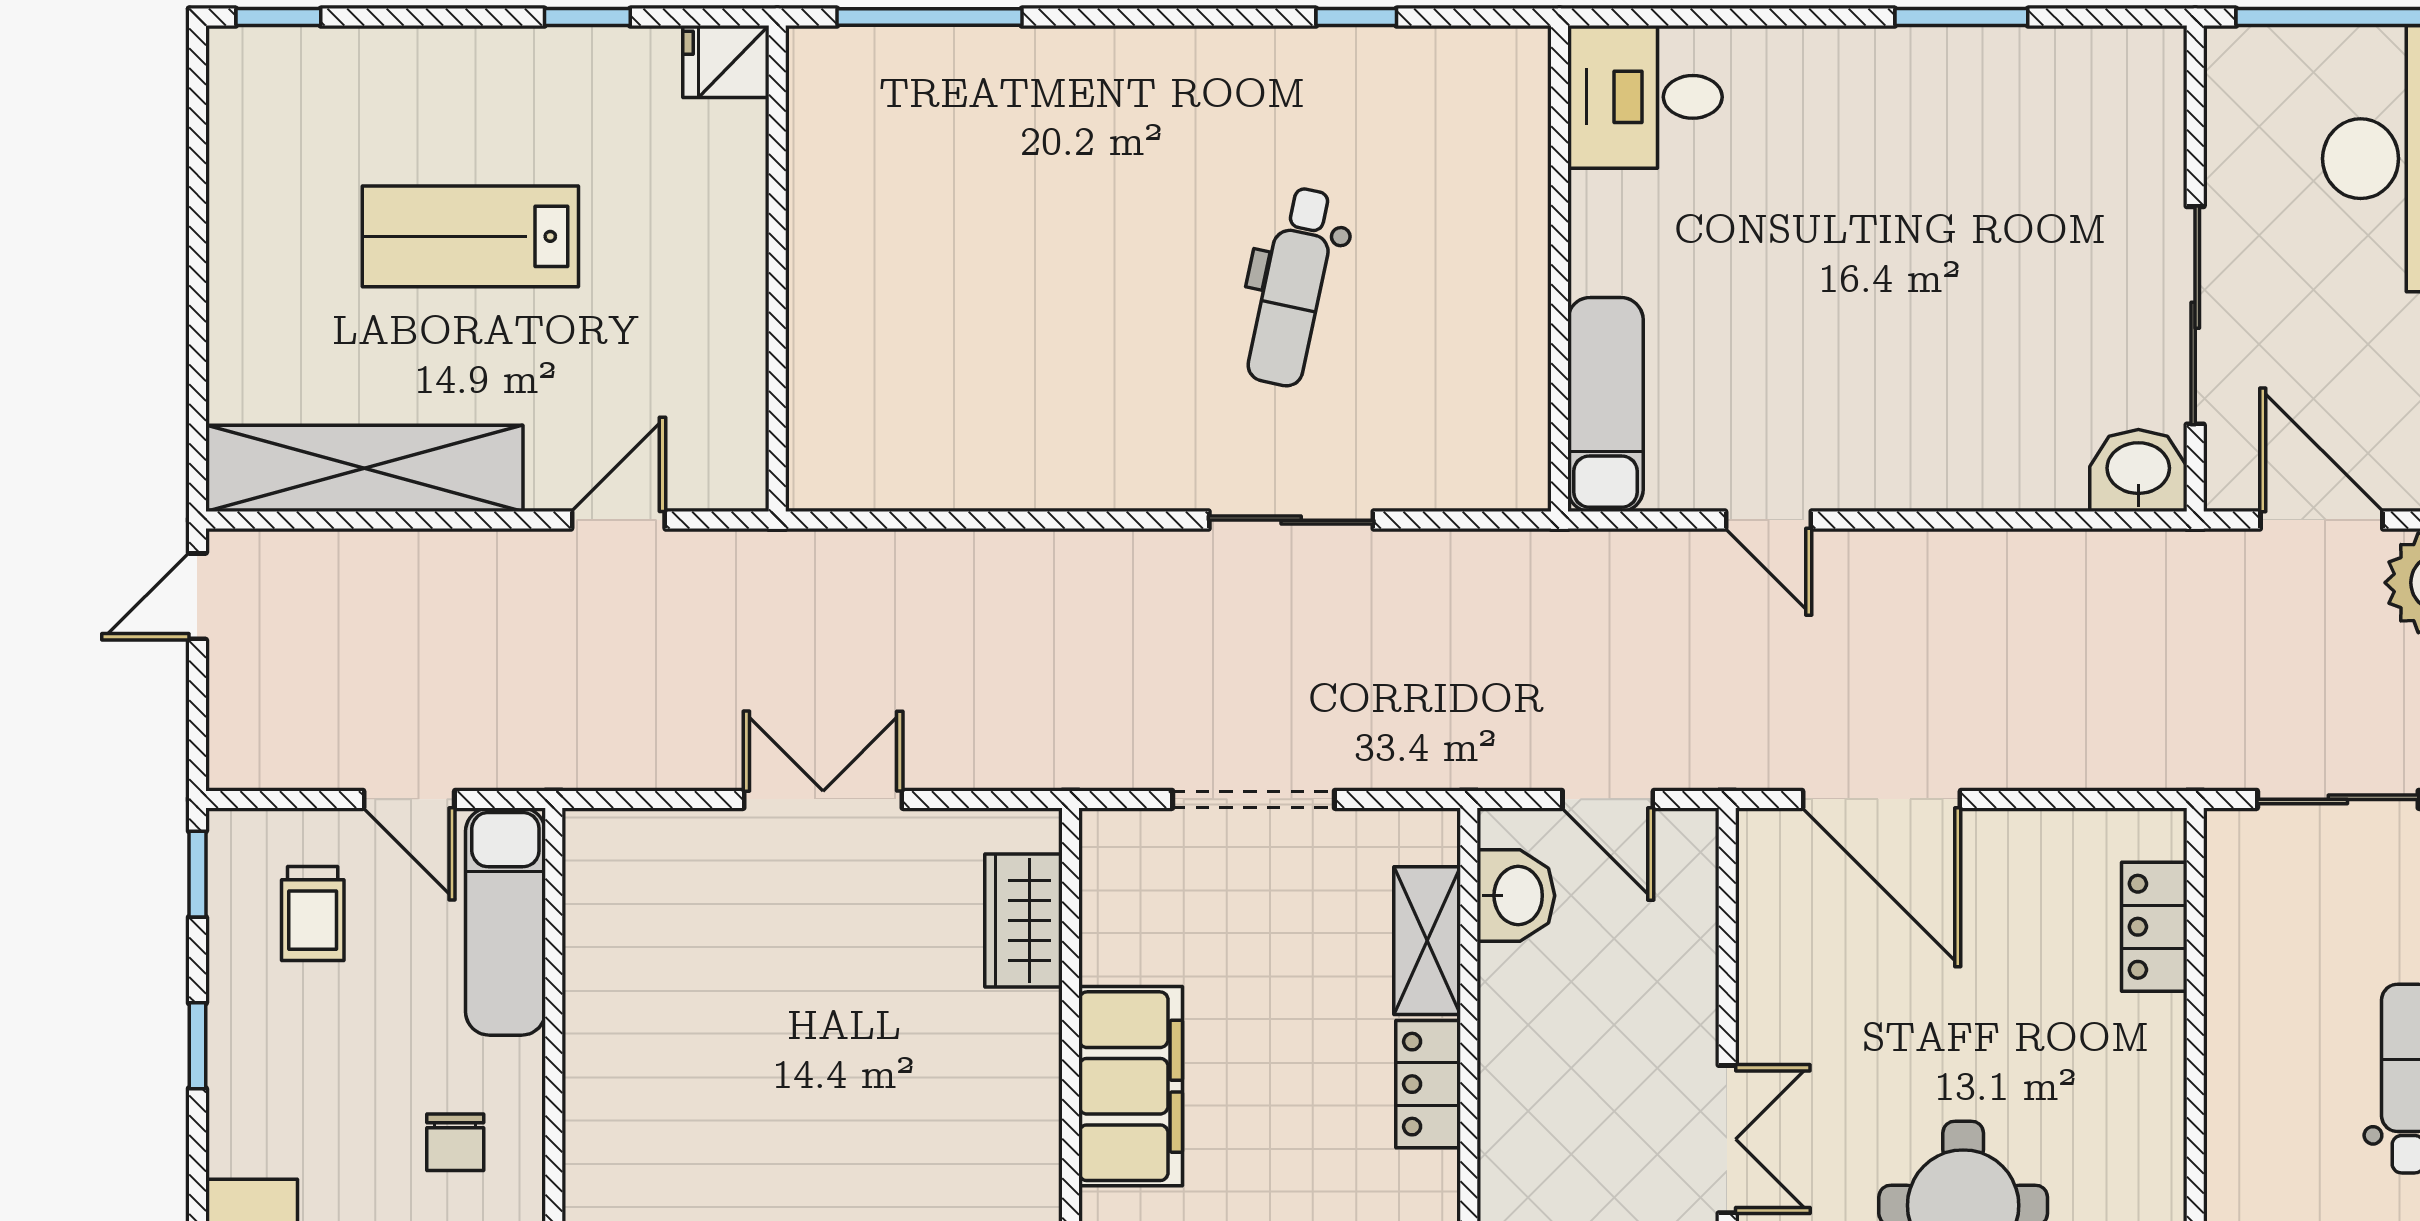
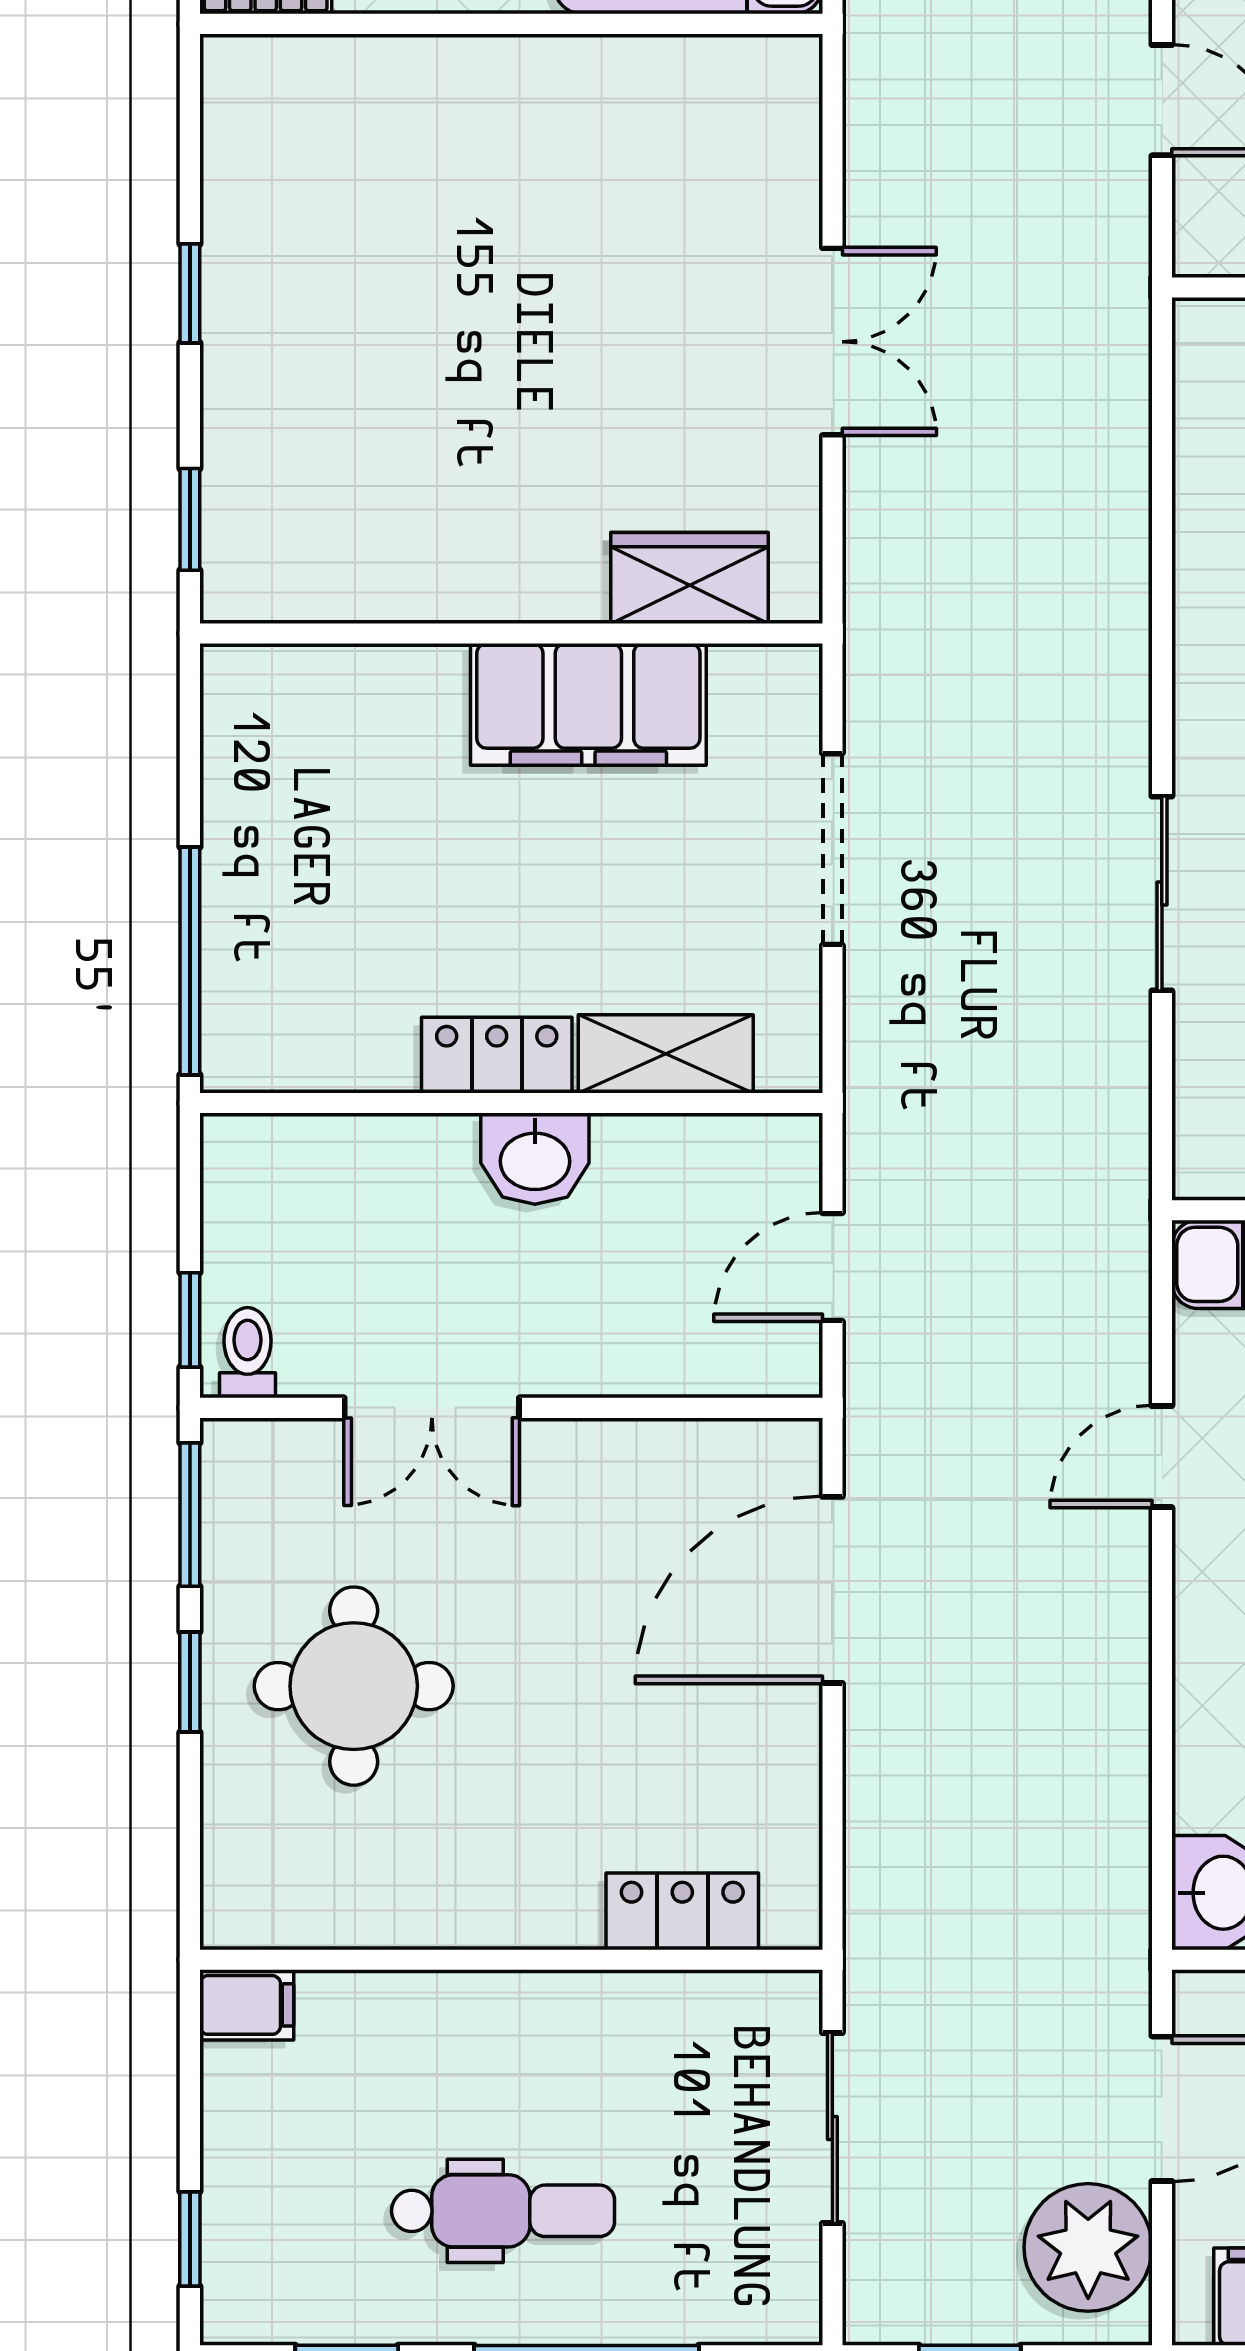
washbasin: (1516, 896) -> (535, 1159), moved
filing cabinet: (1131, 1086) -> (588, 704), moved

